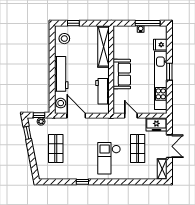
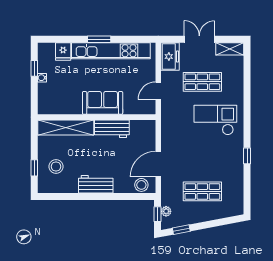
window: (148, 23) -> (34, 68), width x0.46
stool: (64, 39) -> (56, 167), moved
workbench: (61, 74) -> (96, 184), width x0.73
workbench: (103, 91) -> (112, 129), moved
checkout: (109, 158) -> (215, 120), turned 180

